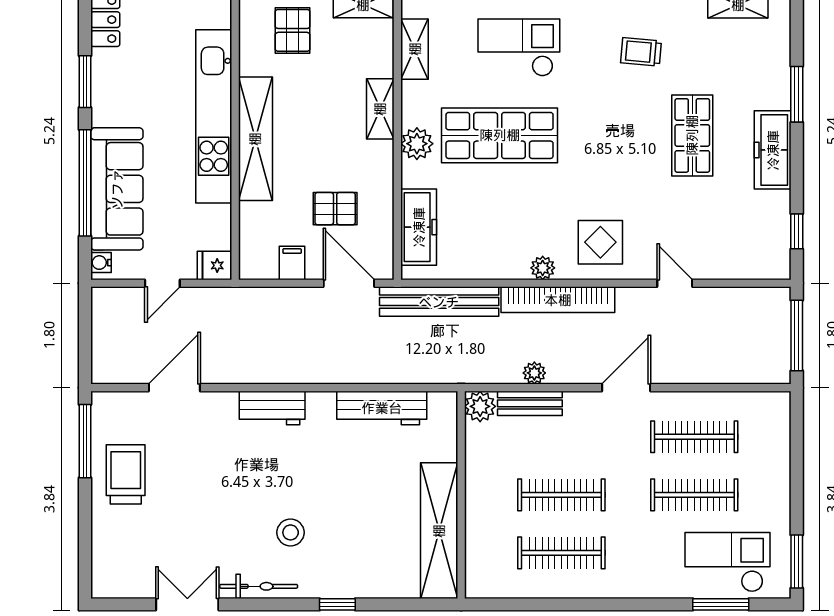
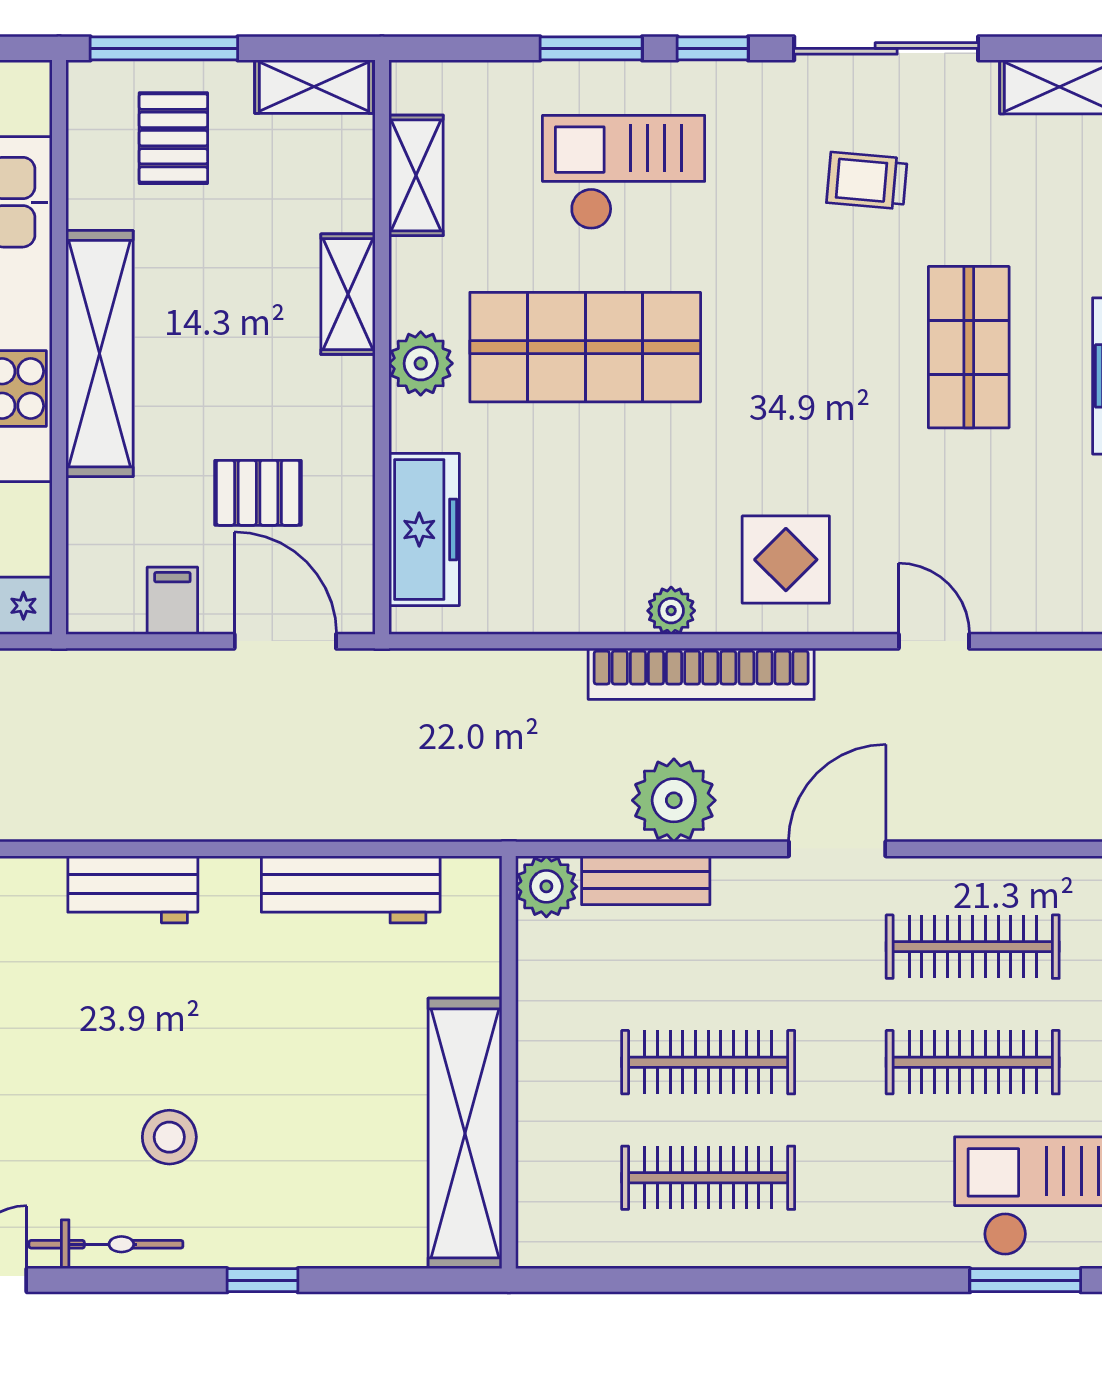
bench: (439, 302) -> (465, 678), removed
plant: (534, 373) -> (674, 800), width x1.88, depth x1.88

